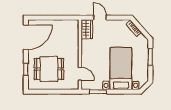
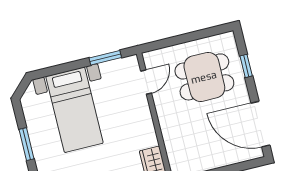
door: (26, 37) -> (260, 124), hinge flipped
door: (80, 74) -> (146, 82), swing flipped

